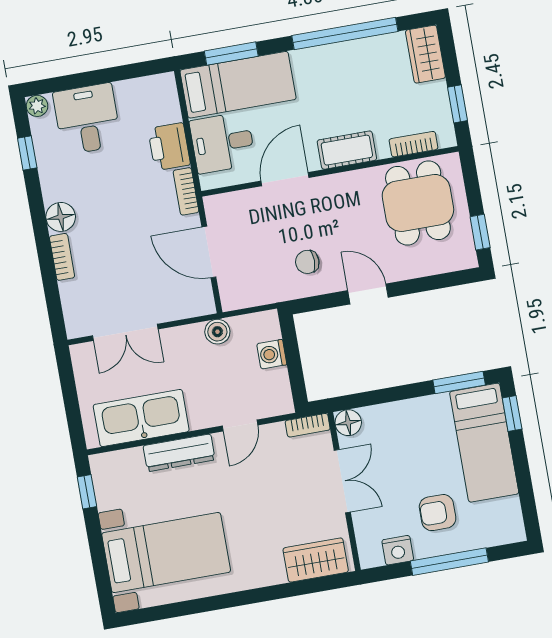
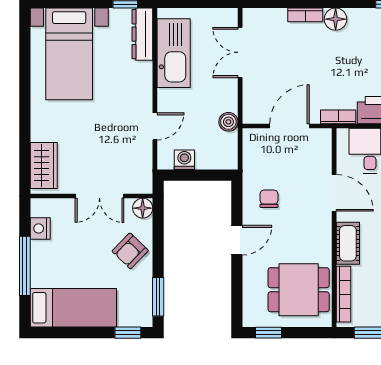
bookcase: (413, 144) -> (343, 294), width x1.56
washing machine: (272, 354) -> (184, 160), moved
bookcase: (308, 425) -> (146, 177), removed
door: (240, 426) -> (155, 126), swing flipped
bed: (484, 443) -> (73, 308), moved, turned 180
dresser: (179, 453) -> (142, 34), moved
armchair: (438, 513) -> (130, 251), moved, turned -136

